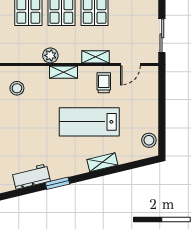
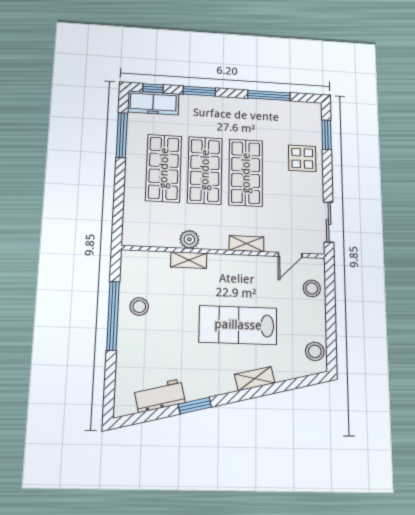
shelving: (64, 72) -> (189, 260), moved
trolley: (104, 83) -> (257, 276), removed
stool: (17, 88) -> (139, 307), moved
stool: (147, 91) -> (312, 288), added

